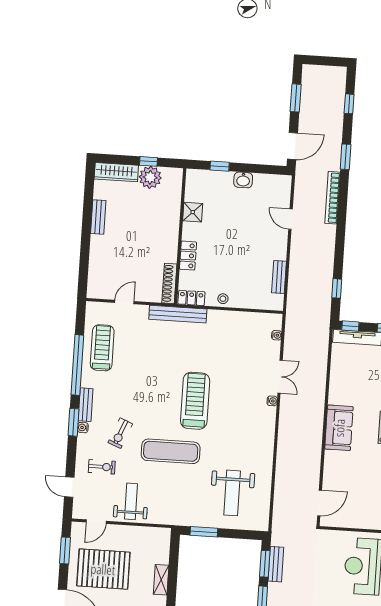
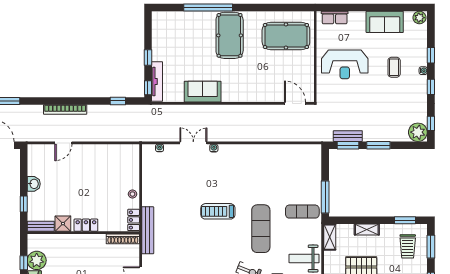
bookcase: (332, 198) -> (65, 110), moved
locker: (188, 256) -> (86, 225), moved
bench: (279, 277) -> (41, 226), moved
treadmill: (195, 401) -> (218, 211), width x0.73, depth x0.73
sofa: (339, 428) -> (203, 92), moved
weight bench: (232, 493) -> (292, 176), removed
exercise mat: (188, 503) -> (302, 212), added
window: (204, 532) -> (325, 197), width x1.44
shelving: (155, 534) -> (330, 237), added

